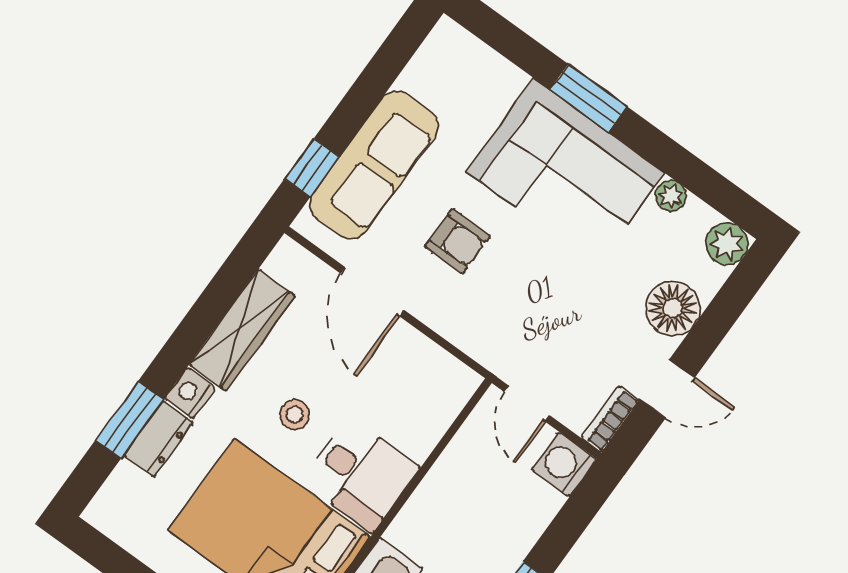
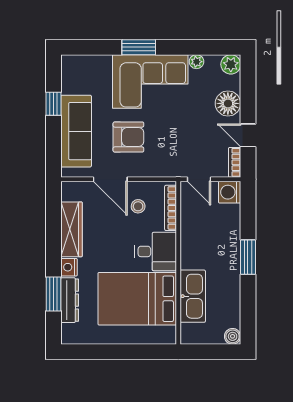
window: (312, 168) -> (54, 104), moved
armchair: (457, 241) -> (128, 137), width x1.38, depth x1.38
door: (667, 389) -> (248, 135), swing flipped
stool: (295, 415) -> (138, 206), moved
bookcase: (441, 418) -> (171, 208), added
dresser: (158, 439) -> (70, 300), width x1.44

